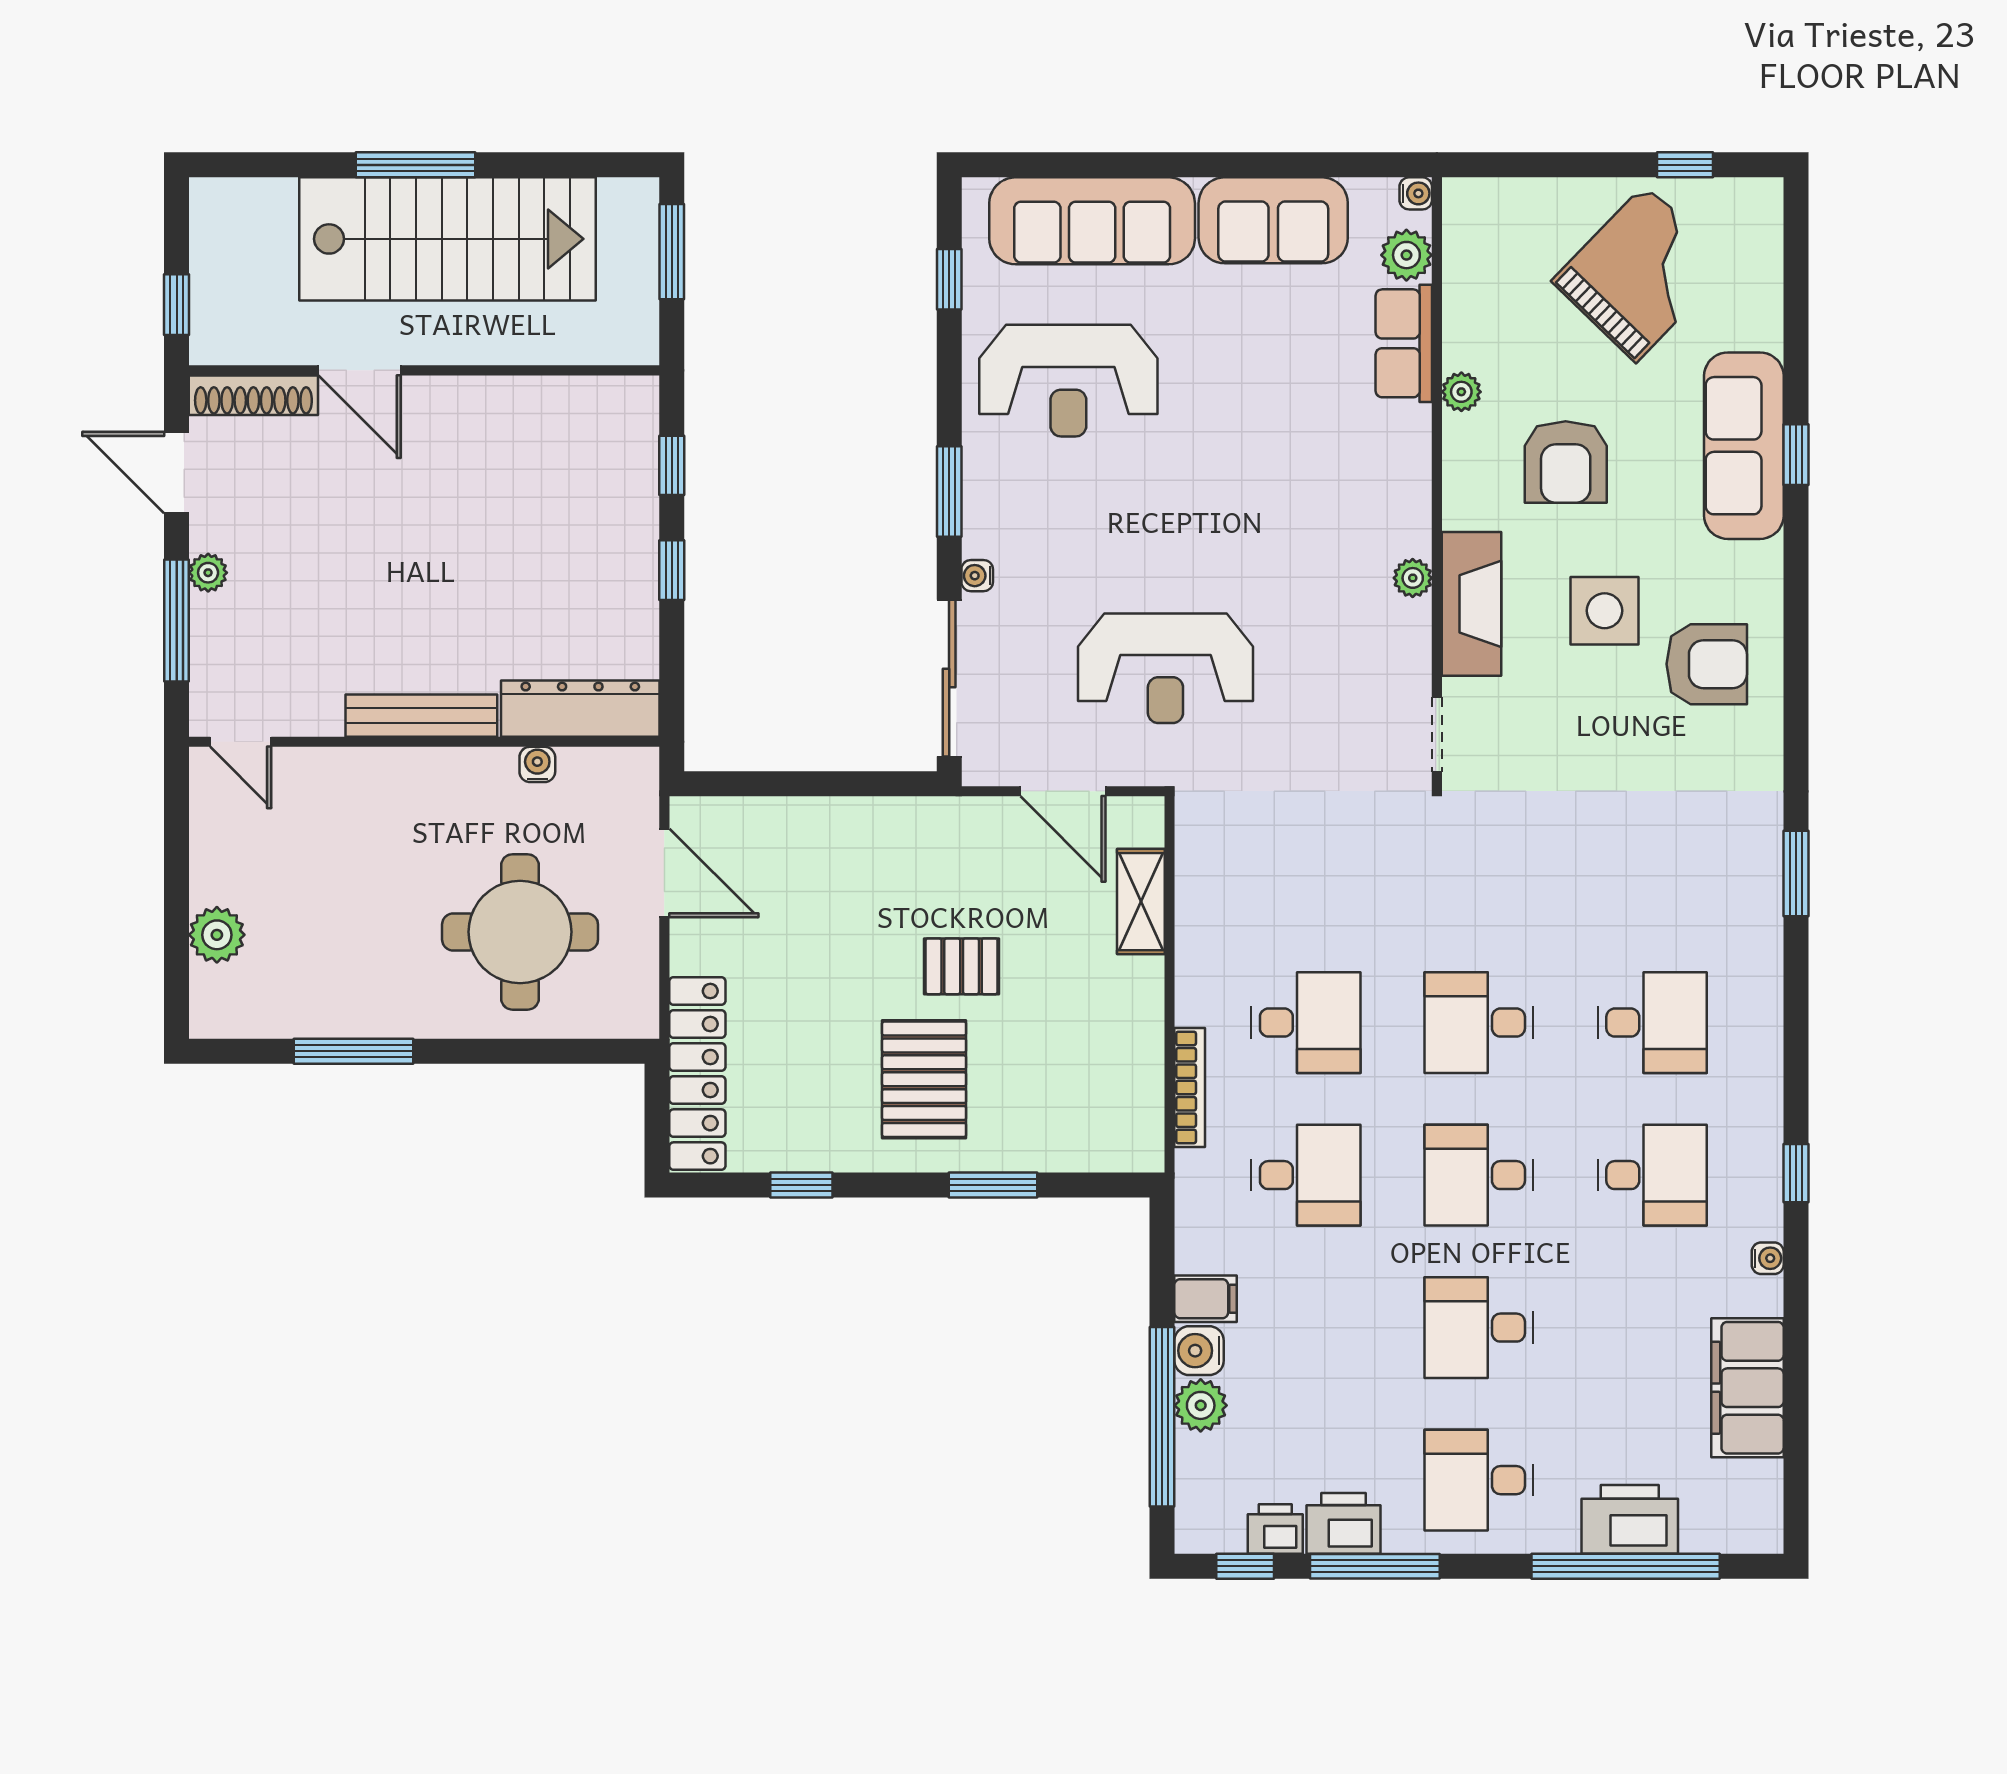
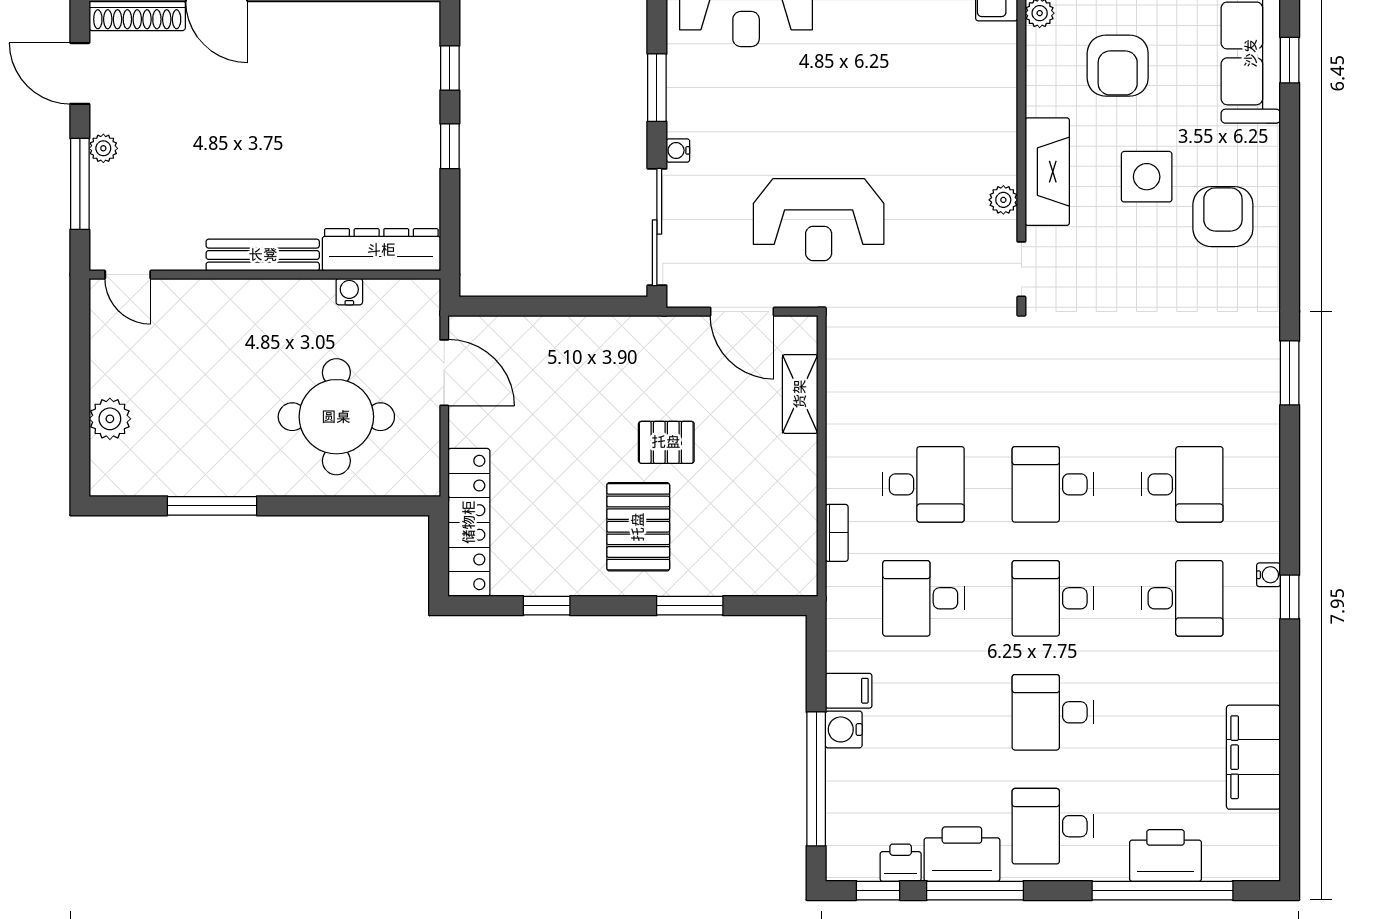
plant: (1413, 578) -> (1003, 200), moved
armchair: (1707, 664) -> (1223, 217), turned -90
bookcase: (1190, 1087) -> (837, 533), width x0.64
desk: (1306, 1175) -> (923, 598), turned 180
water cooler: (1768, 1258) -> (1269, 575), moved
plant: (1201, 1405) -> (845, 770), removed
printer: (1344, 1523) -> (962, 854), width x1.37, depth x1.19

